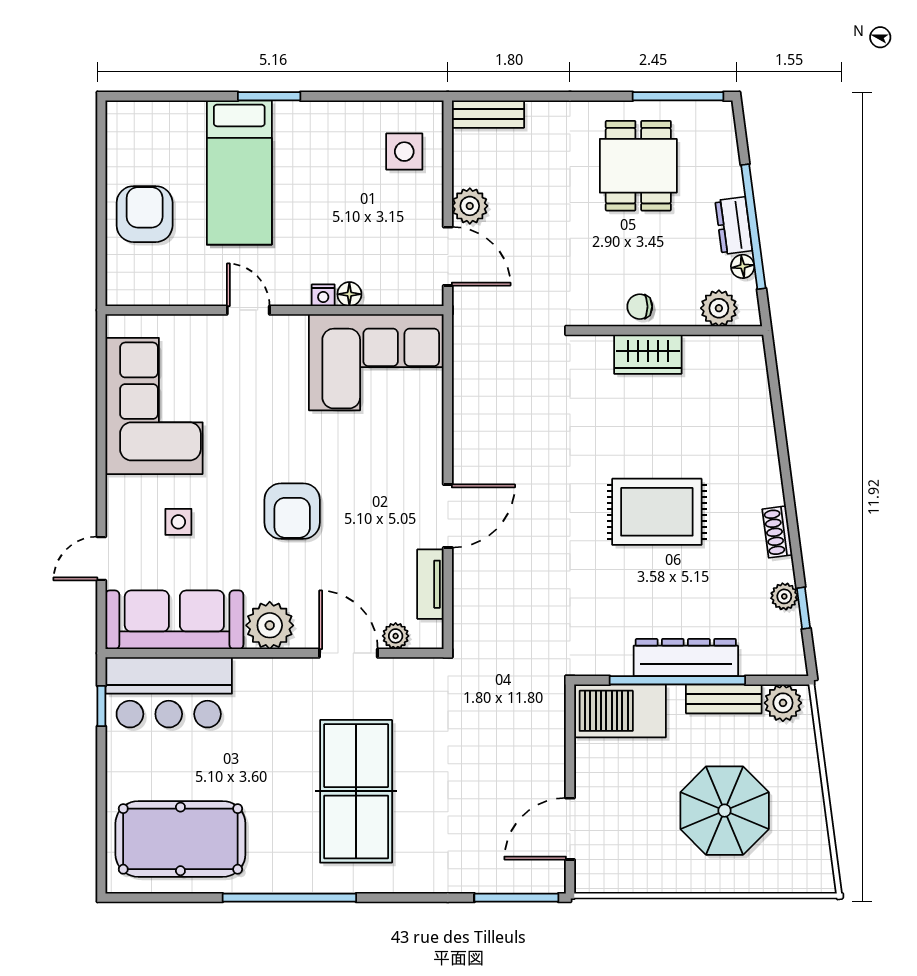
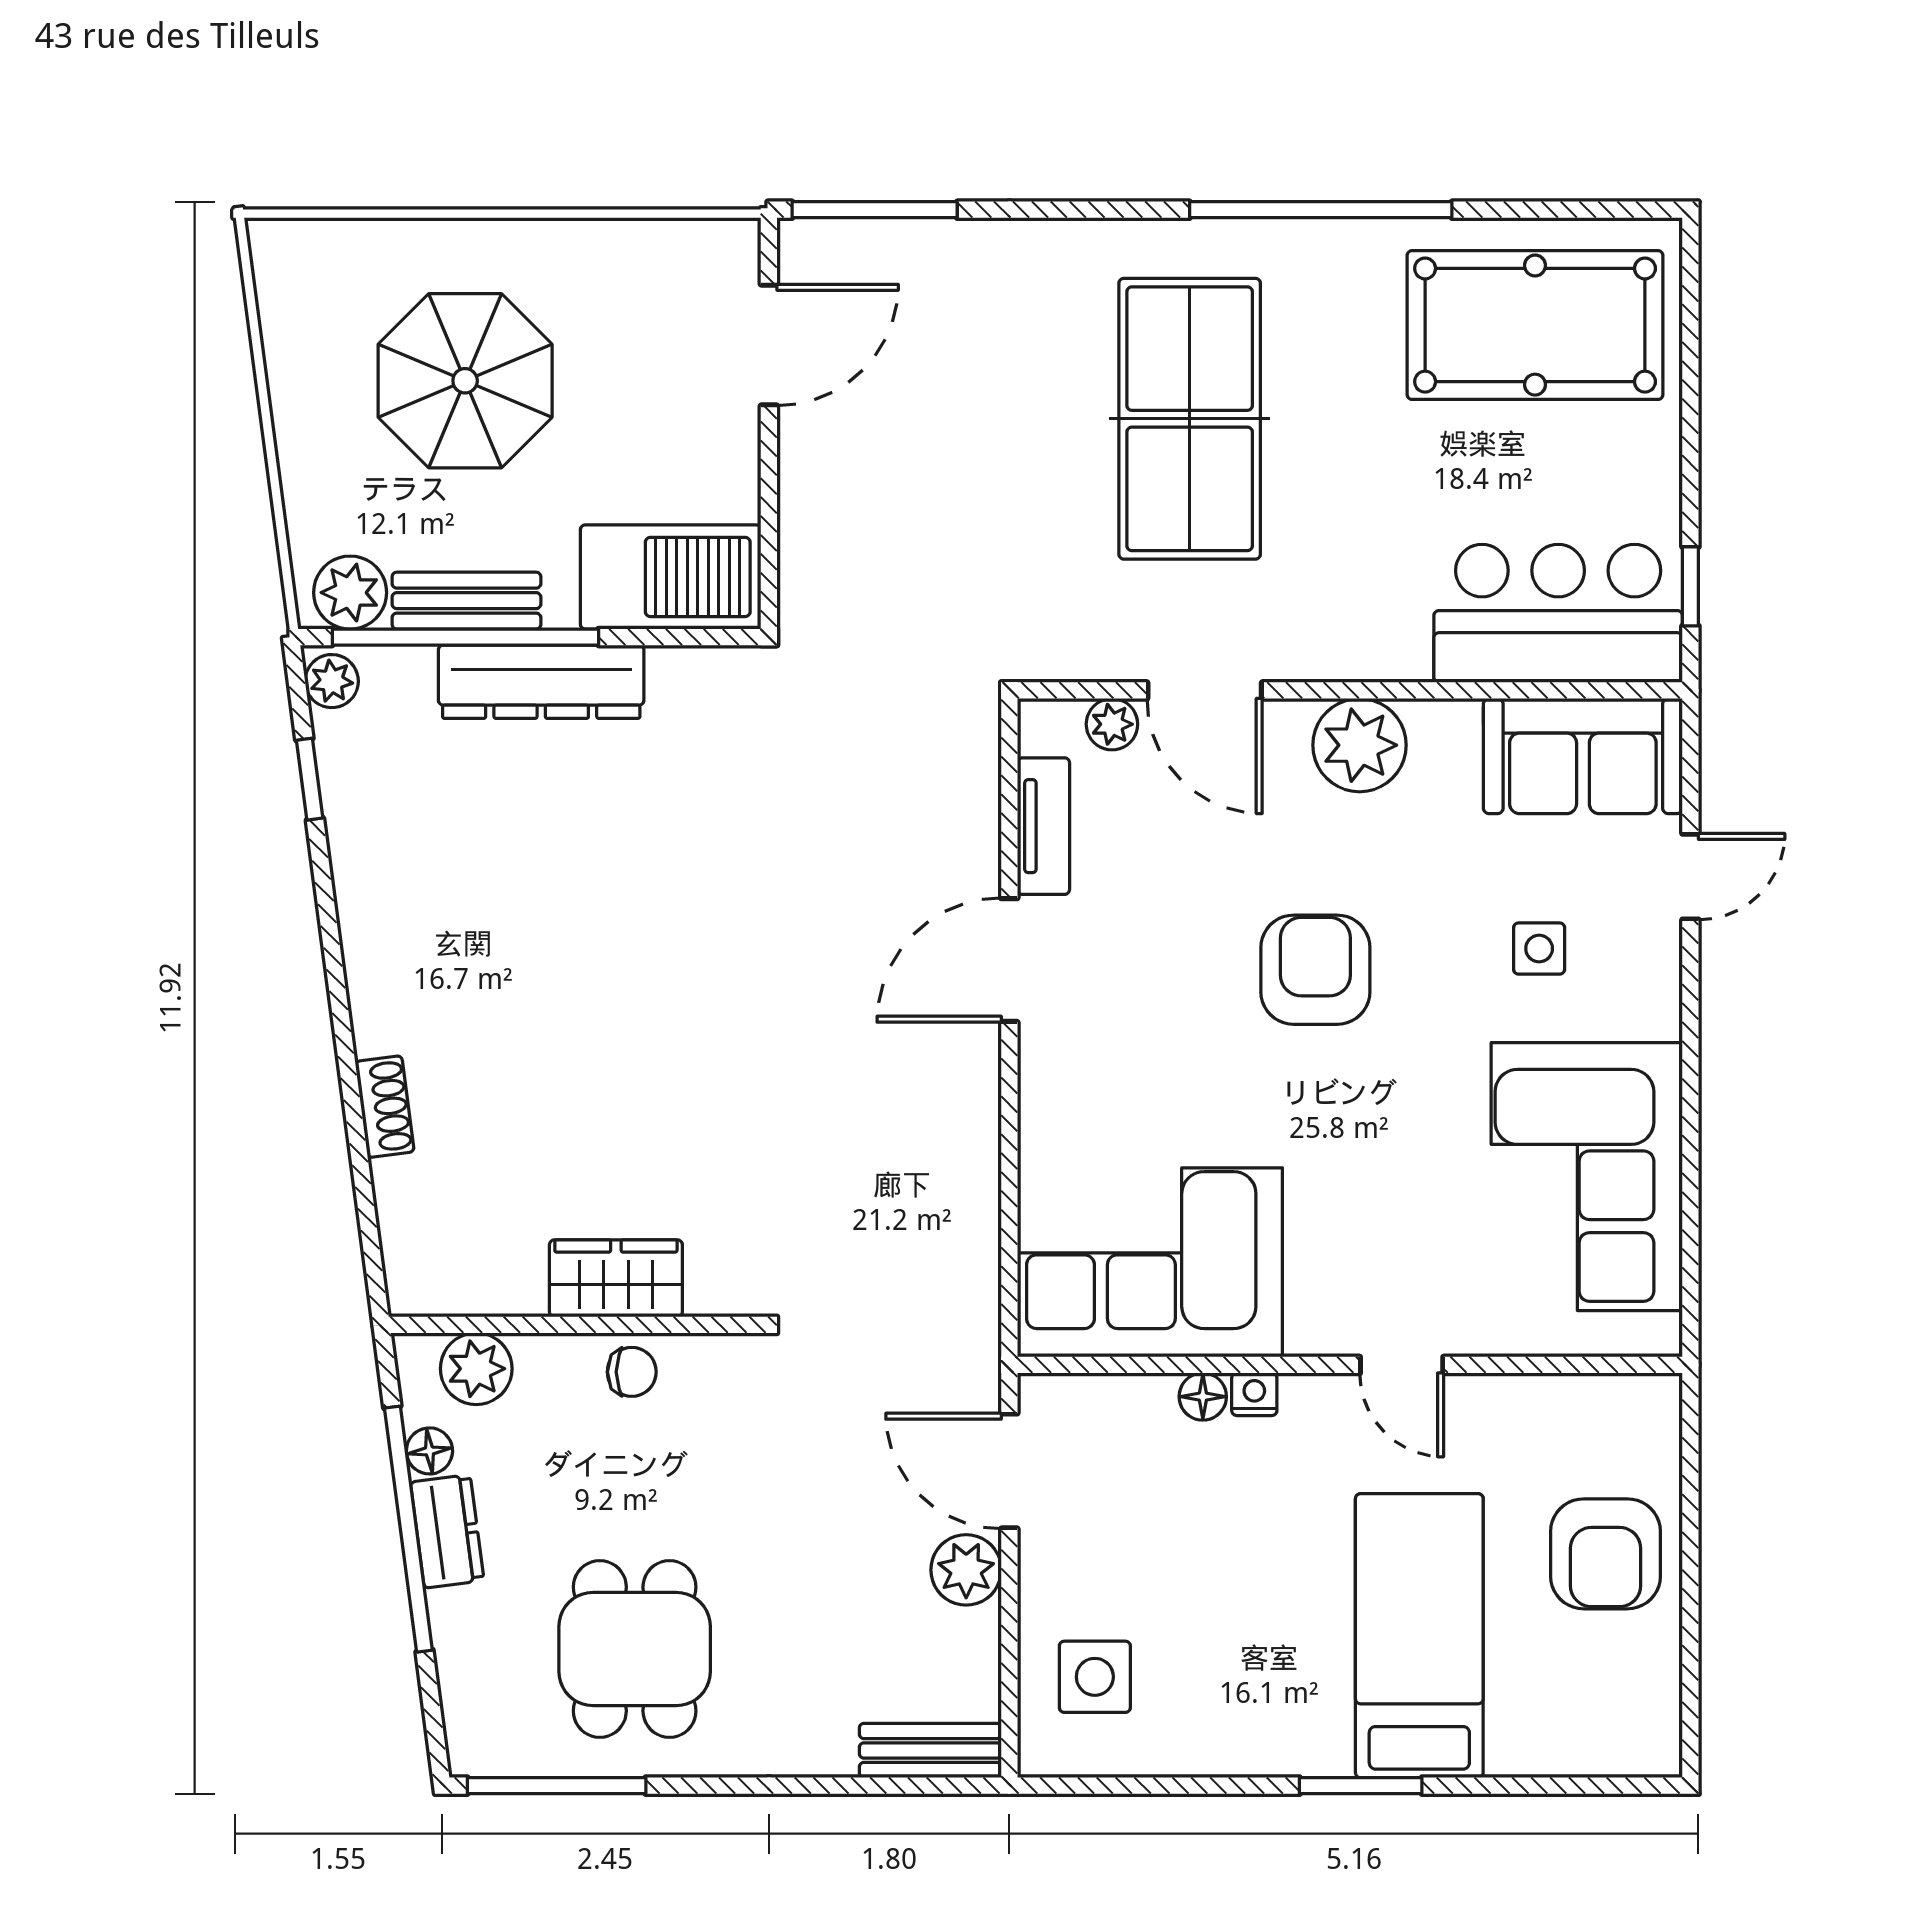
rug: (657, 512) -> (598, 968), removed
shoe rack: (777, 532) -> (385, 1107), moved
plant: (784, 596) -> (332, 681), moved
sofa: (174, 620) -> (1583, 756), width x0.73
window: (677, 680) -> (465, 637), moved

